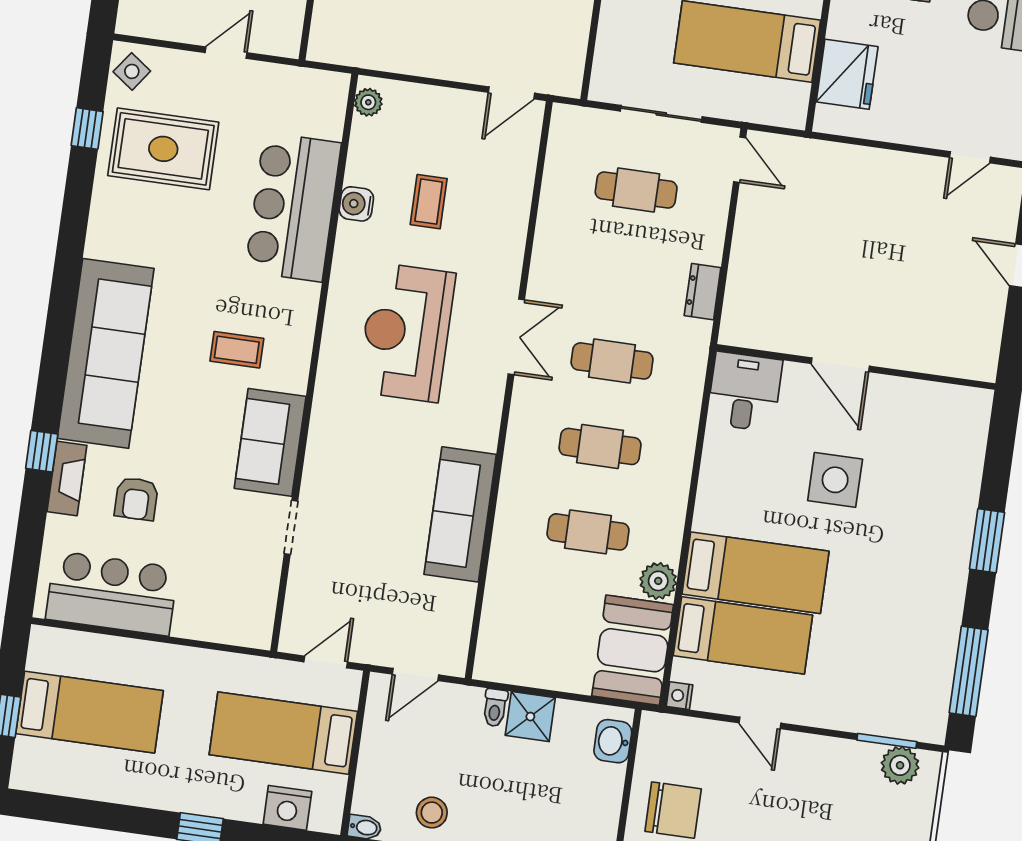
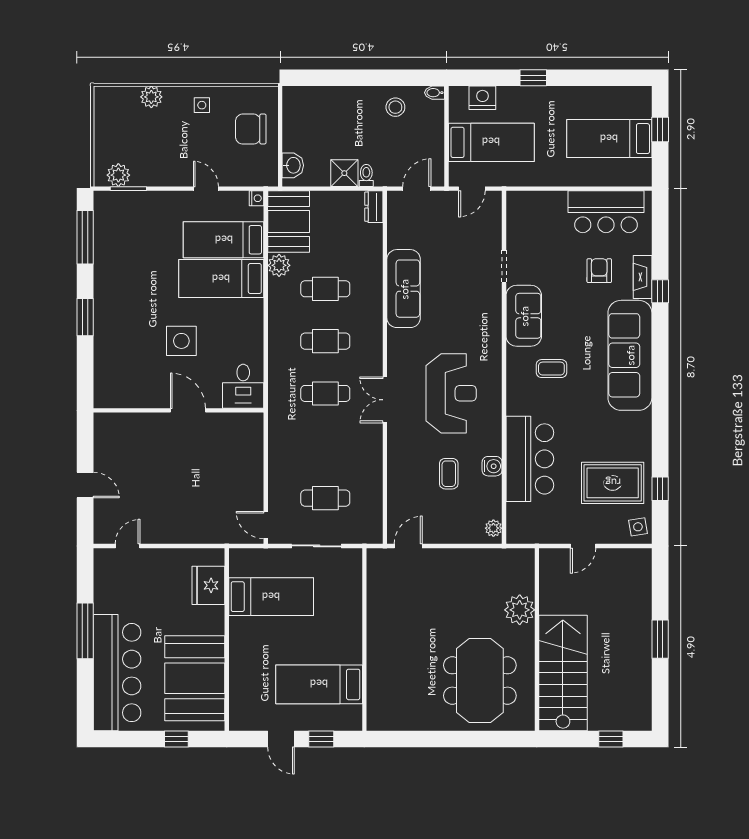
side table: (132, 71) -> (638, 527), turned 45
dresser: (703, 292) -> (374, 207), moved, turned 180

